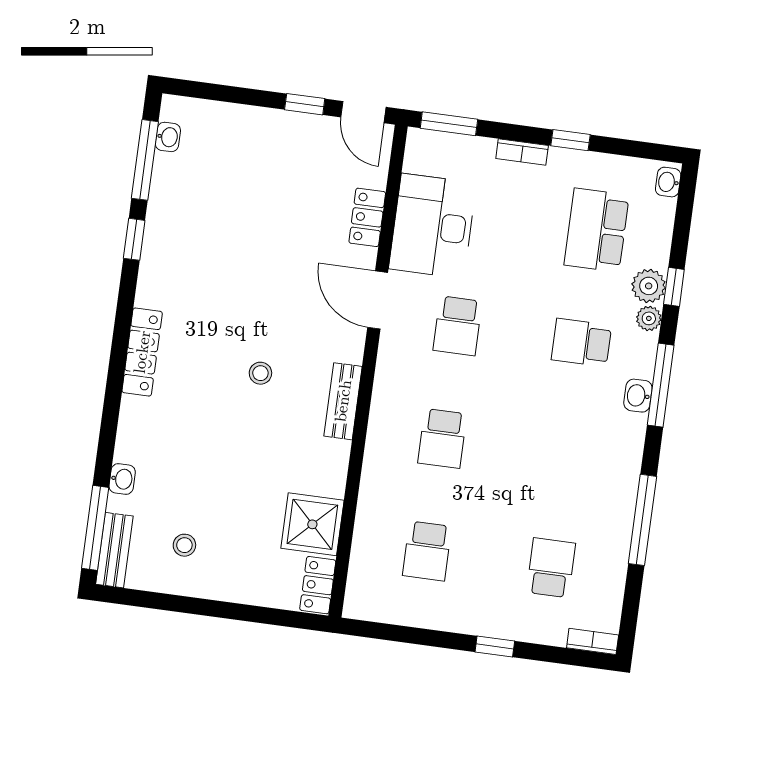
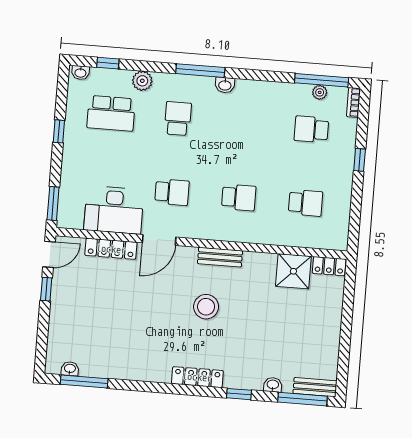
bookcase: (522, 152) -> (67, 160), removed
locker: (367, 217) -> (111, 249), width x1.53
window: (134, 239) -> (239, 394), moved
window: (674, 287) -> (108, 63), moved
plant: (649, 318) -> (320, 92), moved
school desk: (581, 343) -> (178, 119), turned 180
stool: (260, 373) -> (206, 307), width x1.89, depth x1.89
washbasin: (638, 396) -> (225, 85), moved
window: (642, 520) -> (322, 80), moved
stool: (184, 545) -> (310, 346), removed

